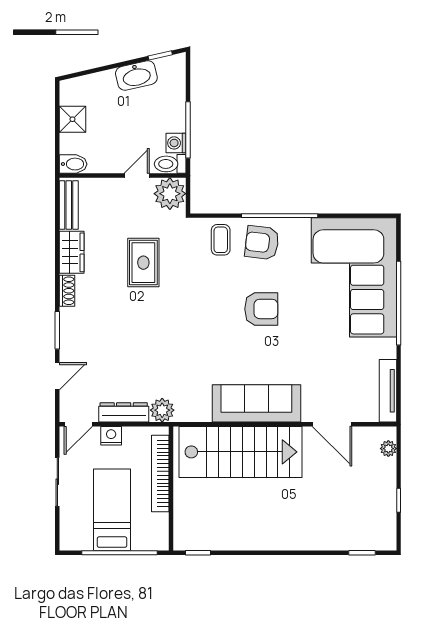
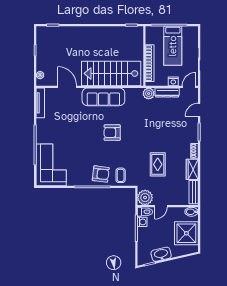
shower: (72, 119) -> (186, 233), width x1.86, depth x1.86
corner sofa: (354, 277) -> (51, 165), width x0.73, depth x0.74
armchair: (261, 309) -> (112, 133), moved

